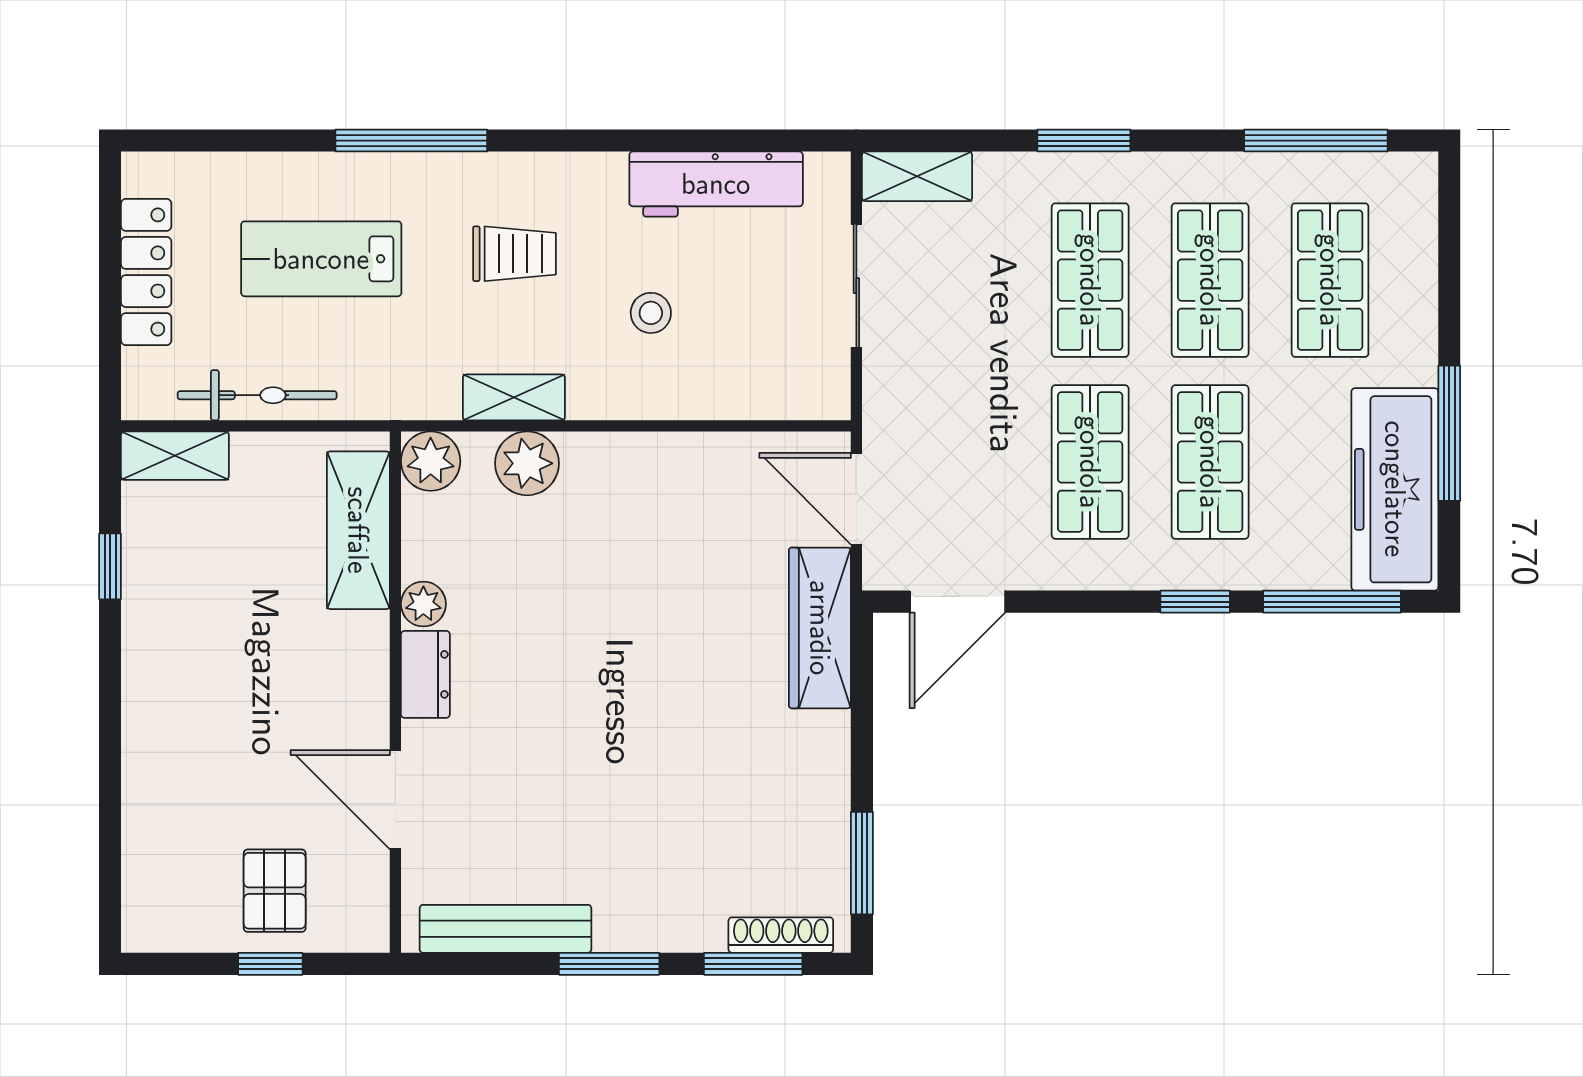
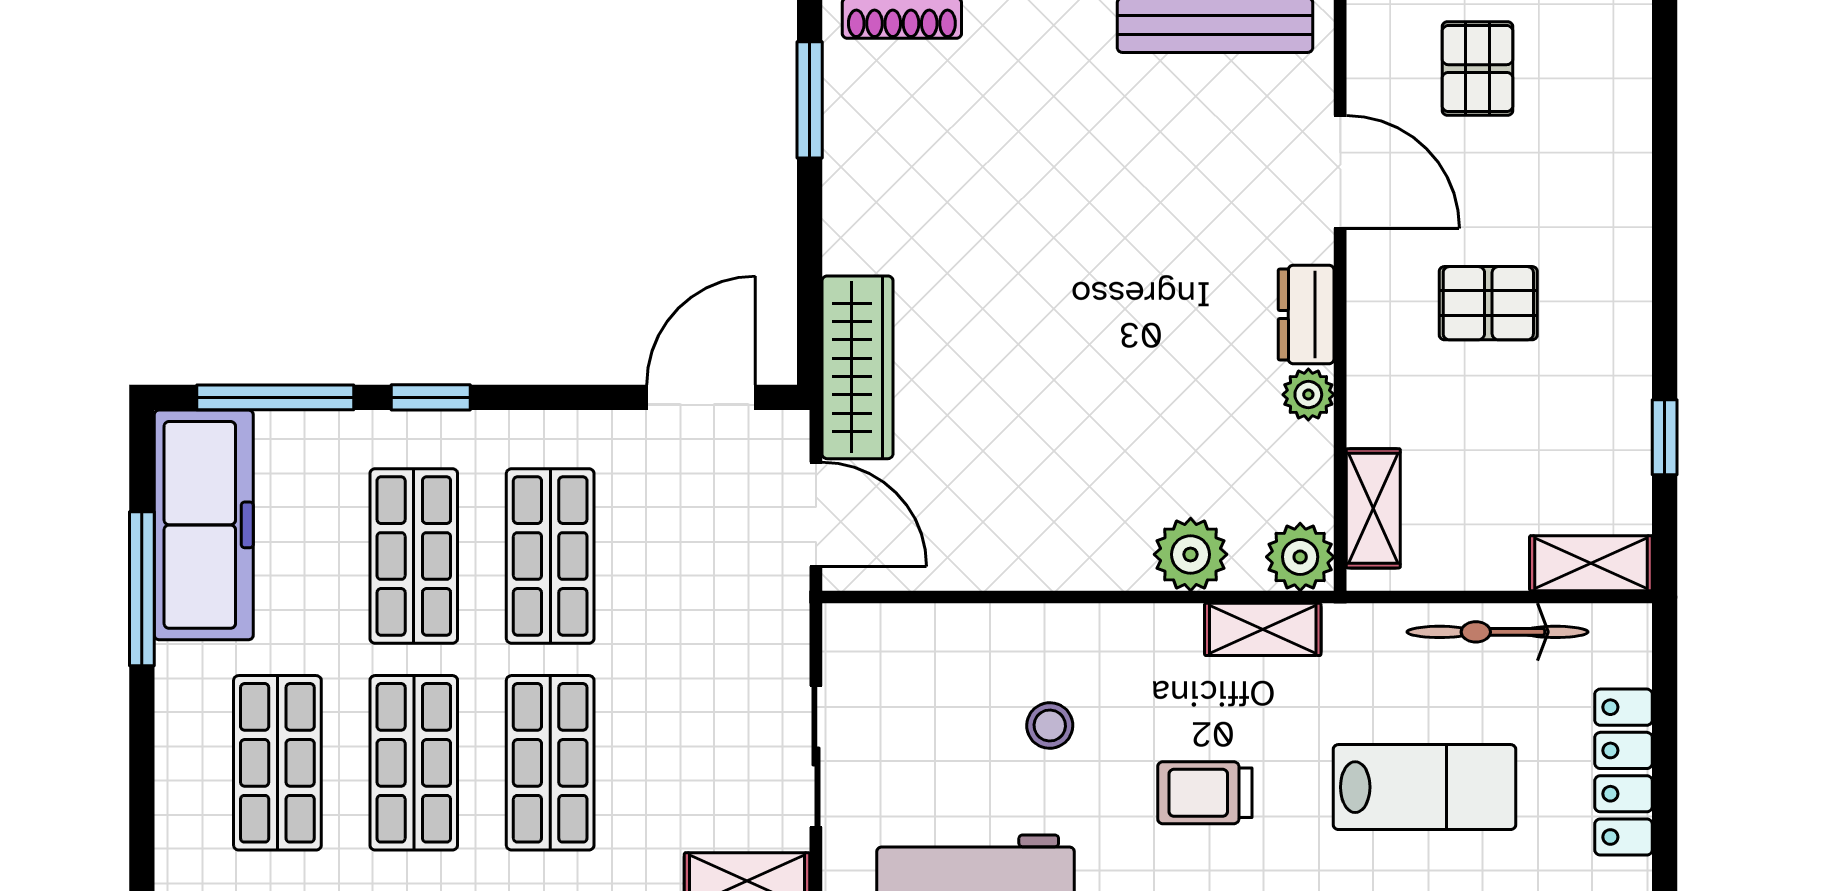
shelving: (514, 397) -> (1263, 629), moved
shelving: (358, 530) -> (1373, 508), width x0.67, depth x0.75
pallet: (265, 684) -> (1488, 303), added

